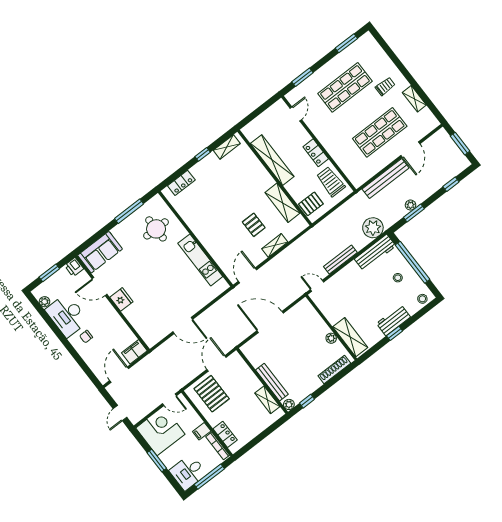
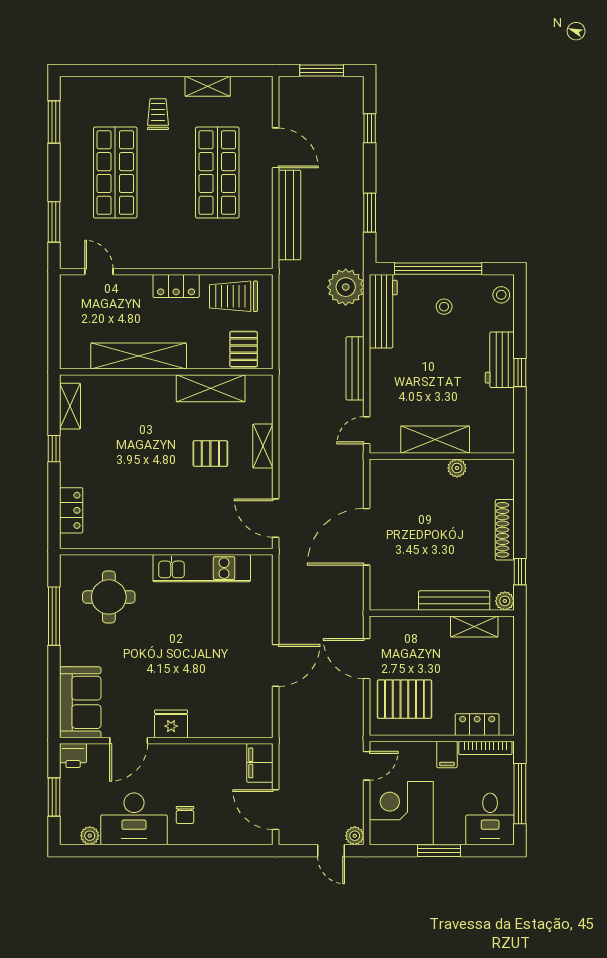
plant: (411, 205) -> (355, 836), moved
shelving: (350, 337) -> (435, 440), moved
shoe rack: (334, 369) -> (505, 530), moved

